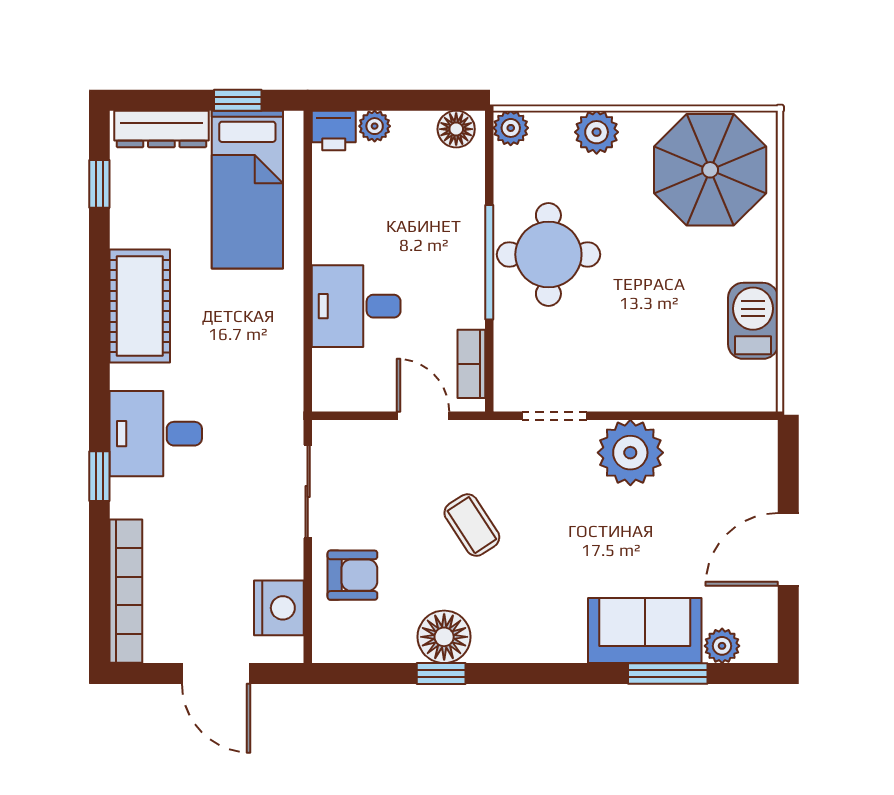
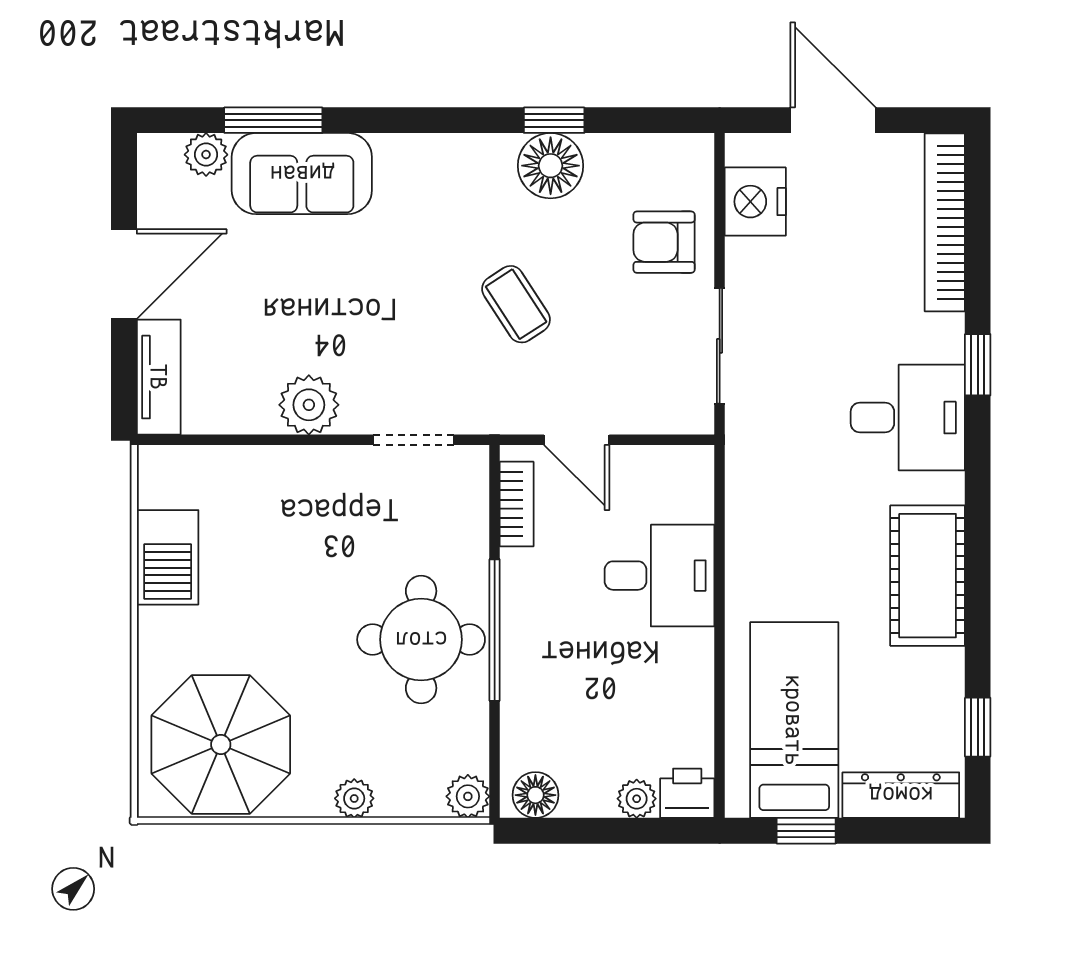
plant: (597, 132) -> (354, 798), width x0.73, depth x0.73
plant: (630, 453) -> (309, 405), width x0.73, depth x0.73
tv unit: (760, 466) -> (159, 377), added

